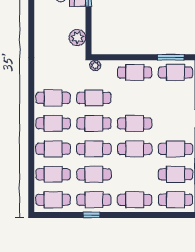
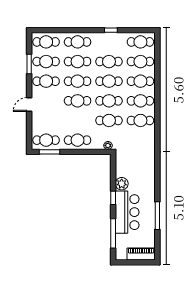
plant: (77, 37) -> (122, 184), moved
cafe table: (94, 200) -> (78, 62), moved

